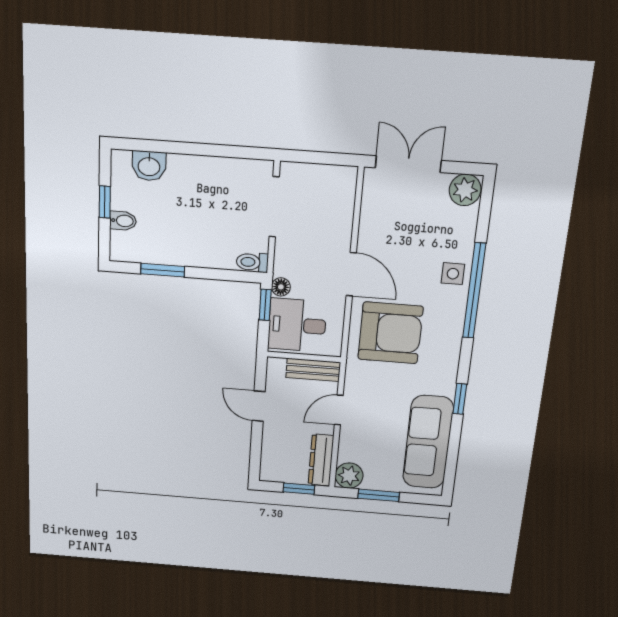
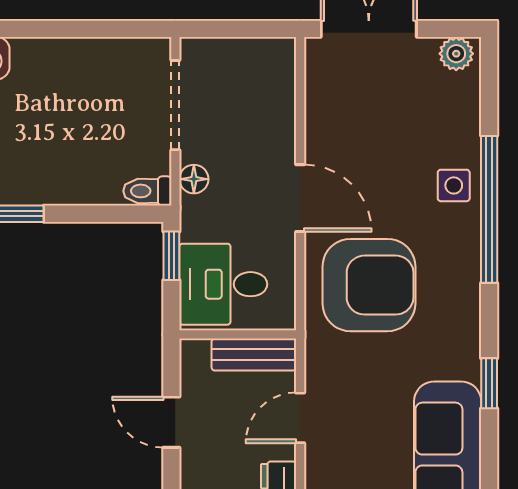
plant: (465, 190) -> (456, 54), width x0.73, depth x0.73
floor lamp: (281, 287) -> (194, 179), moved

